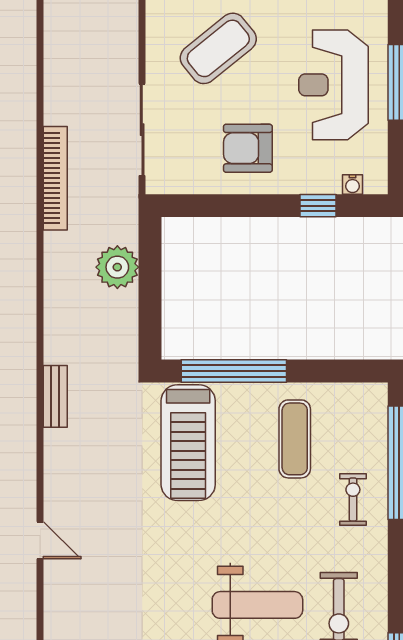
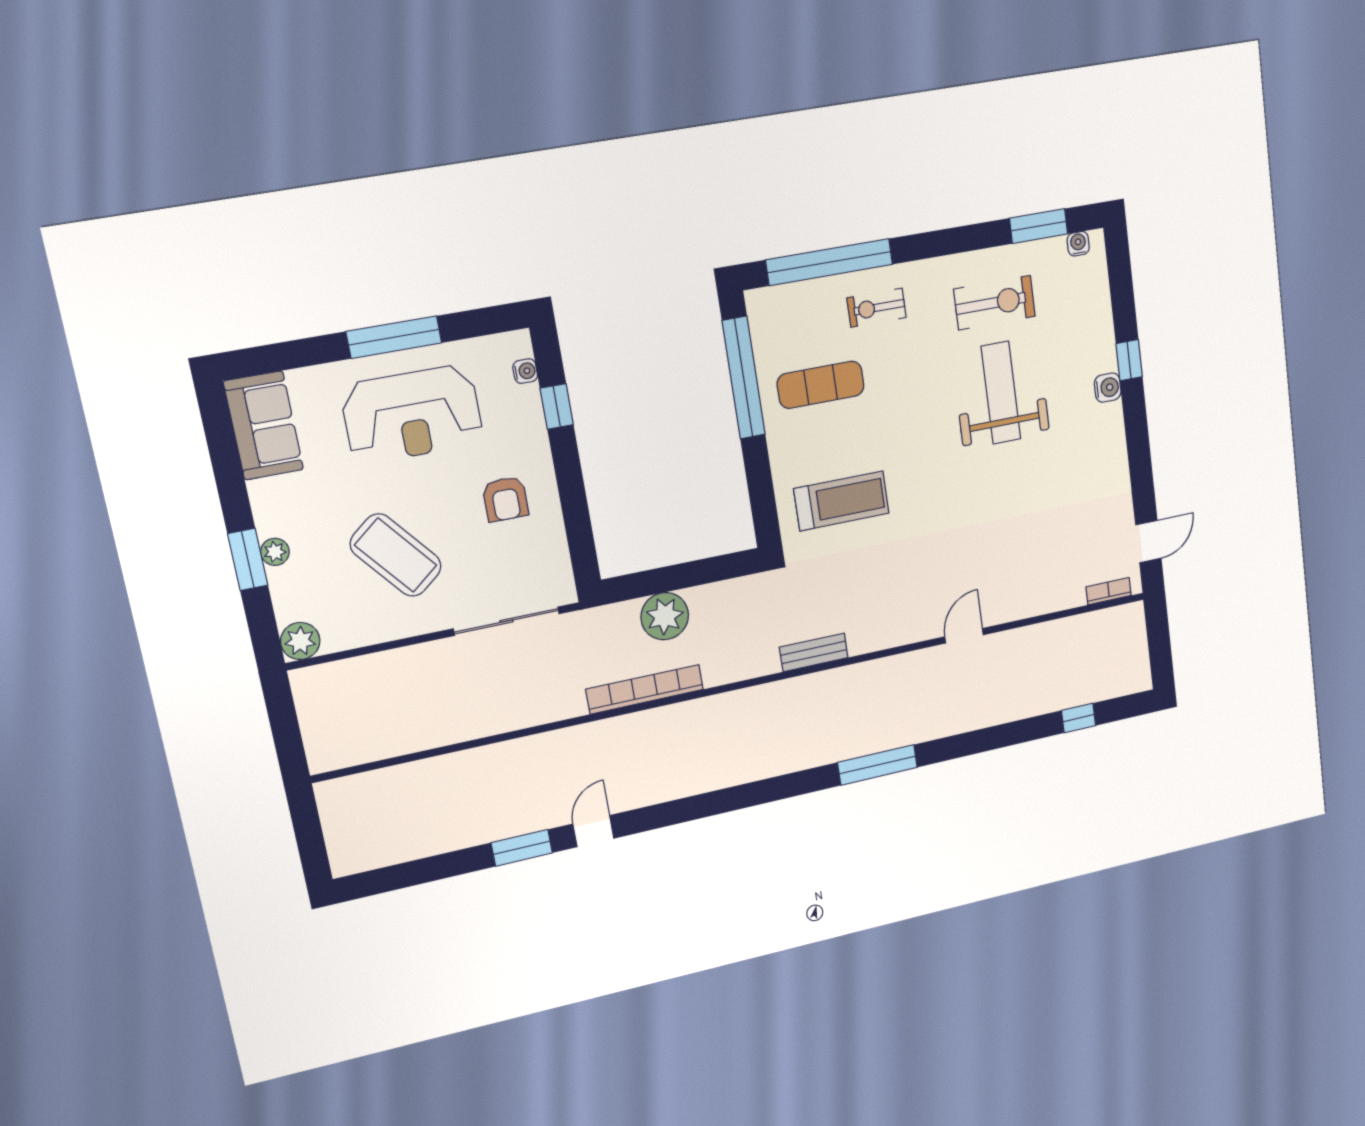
armchair: (248, 148) -> (505, 499), width x0.72, depth x0.72
bookcase: (55, 178) -> (645, 689), moved
window: (234, 371) -> (744, 378), moved
treadmill: (188, 443) -> (842, 501), width x0.73, depth x0.73

